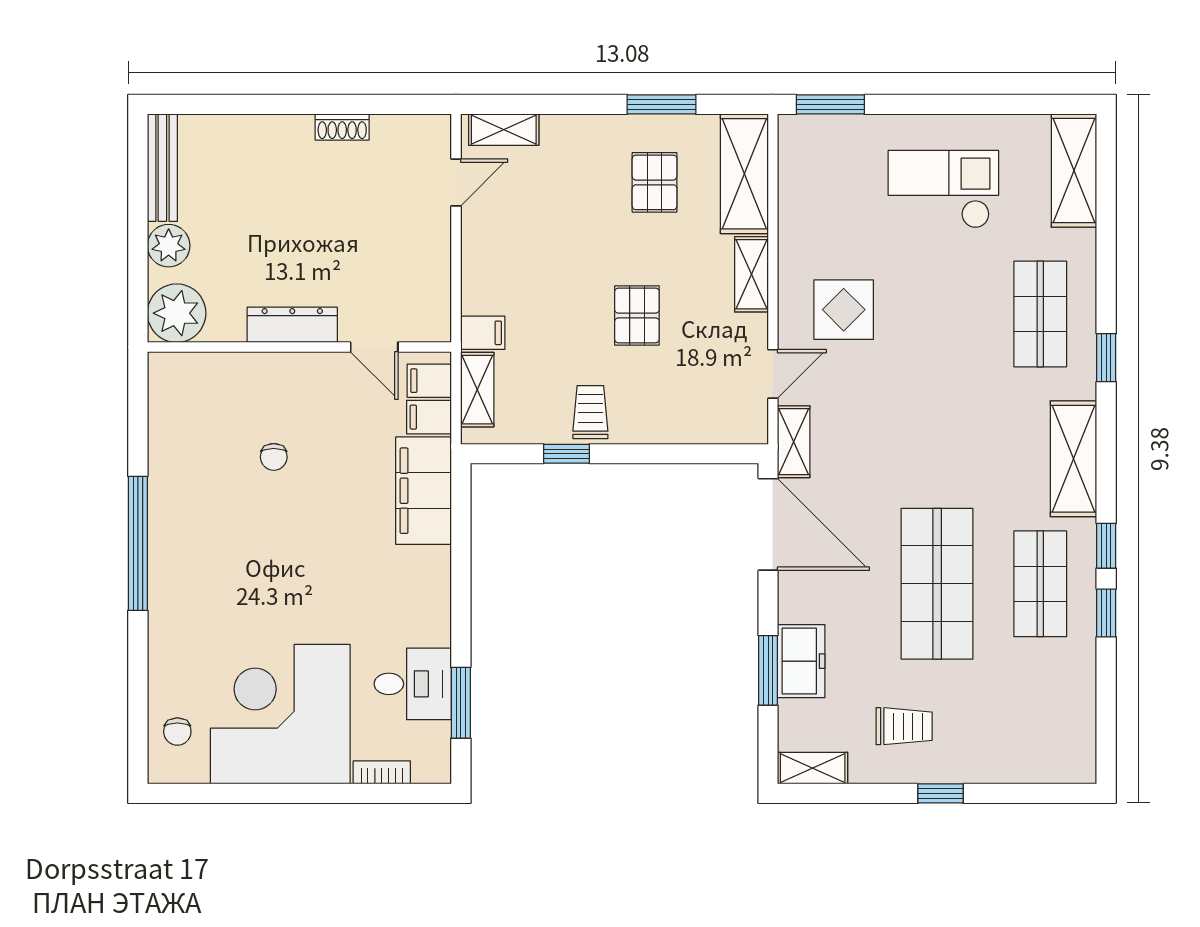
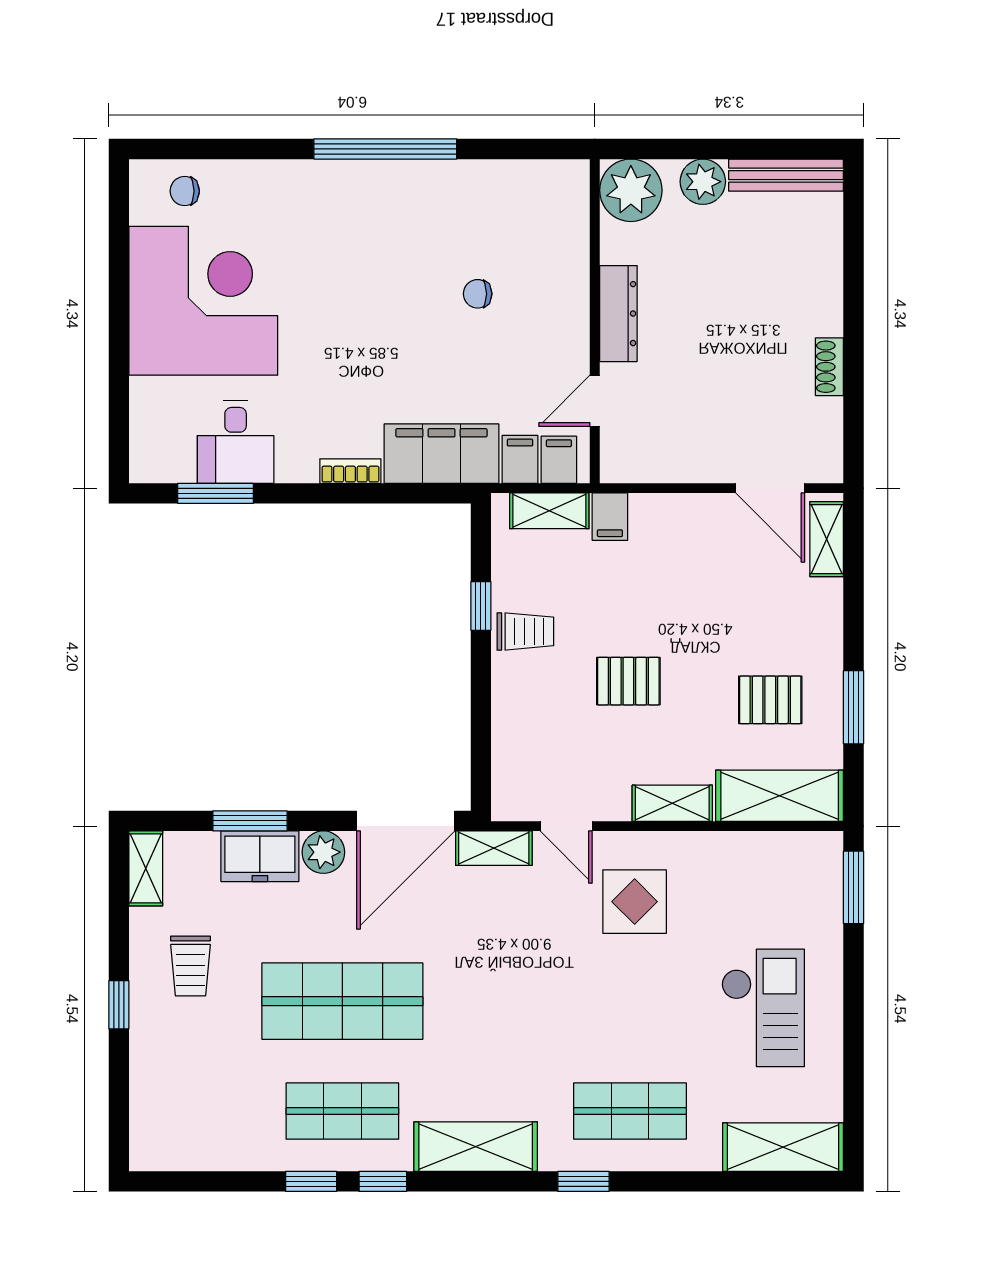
door: (456, 183) -> (770, 488), width x1.38
plant: (797, 602) -> (323, 852), added
bookcase: (382, 772) -> (350, 471), moved, turned -90

